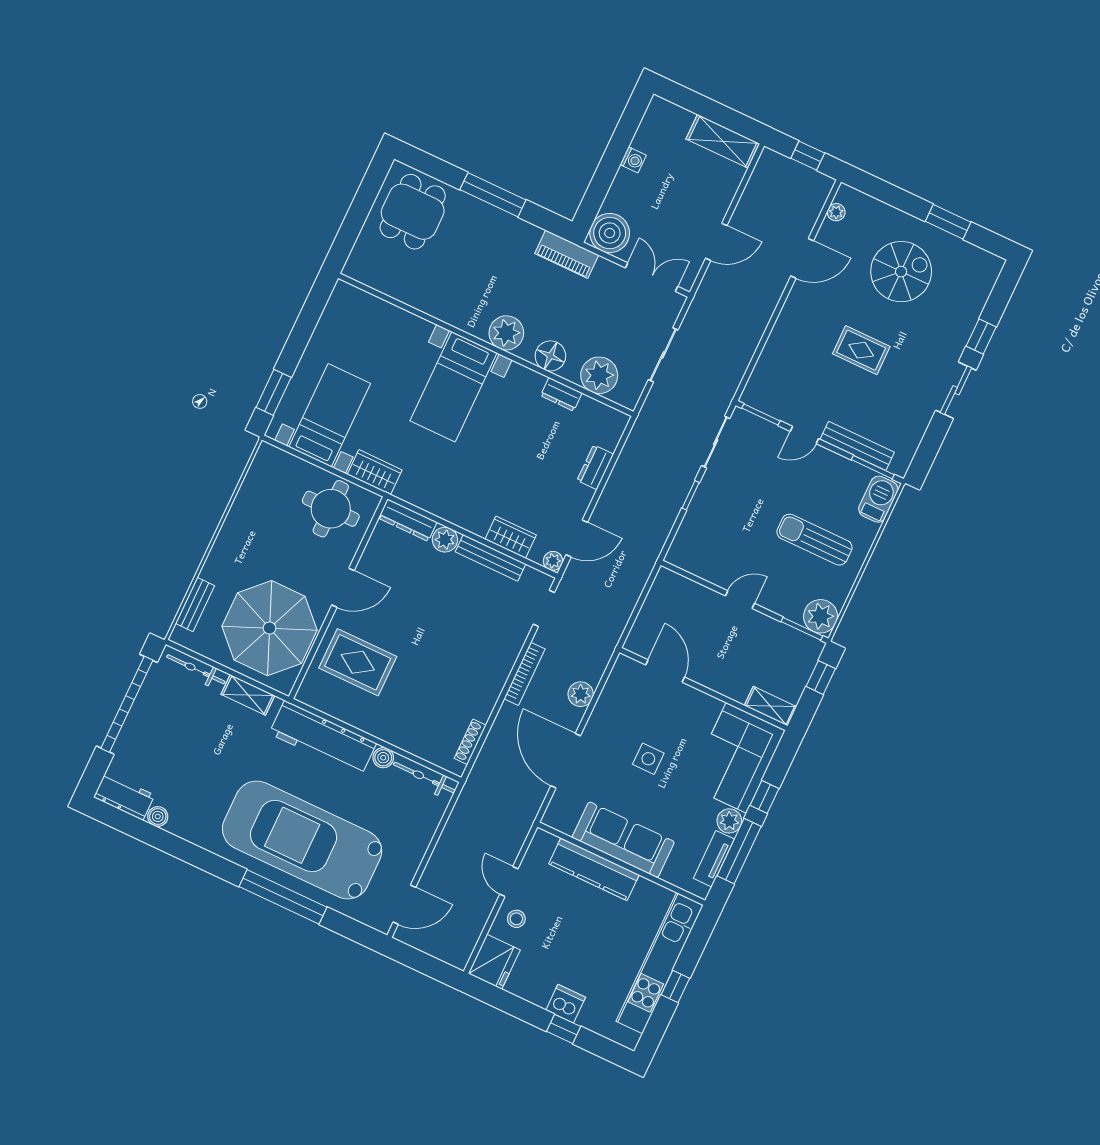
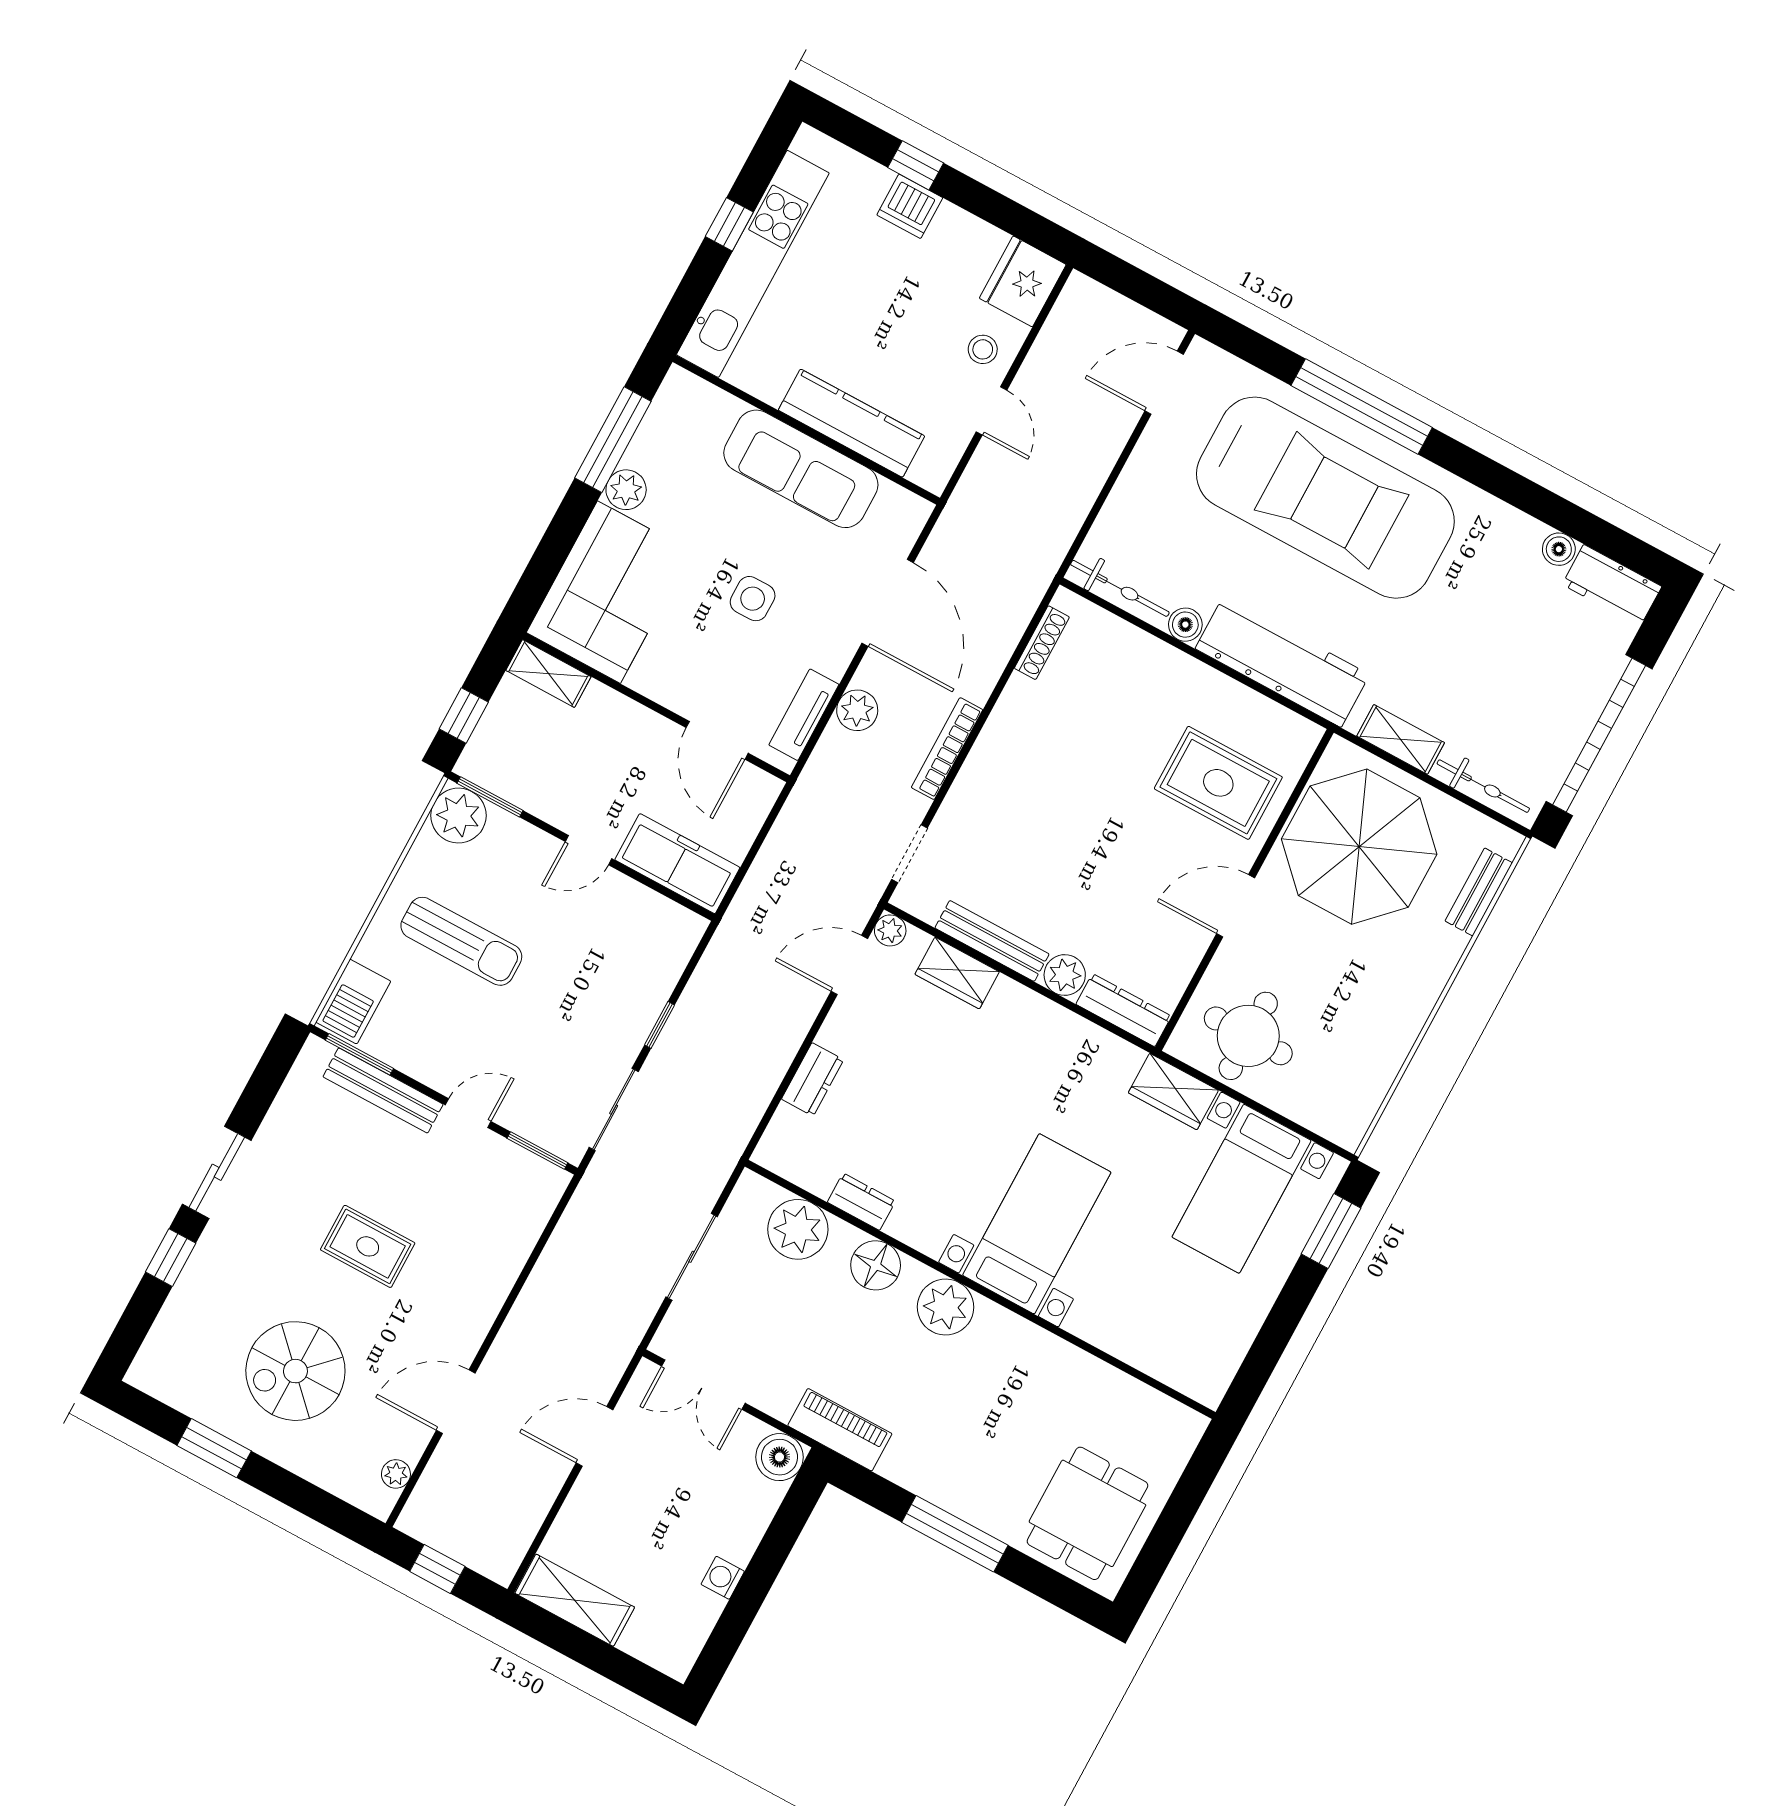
boiler: (610, 233) -> (780, 1457), width x0.73, depth x0.73
freezer: (685, 594) -> (677, 864), added
window: (764, 797) -> (566, 526), removed
tv unit: (714, 859) -> (804, 715), moved, turned 180

